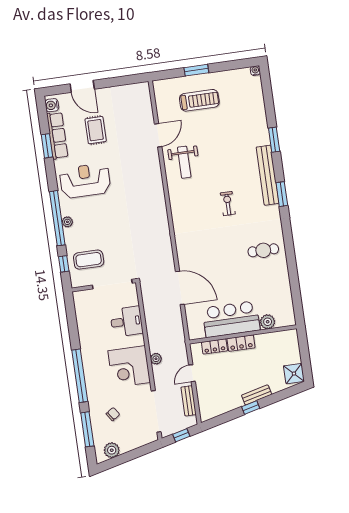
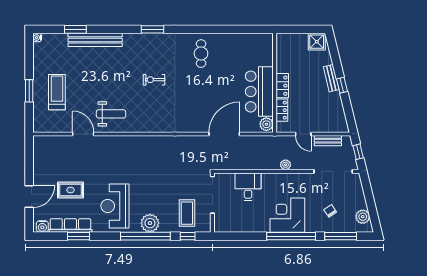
window: (274, 140) -> (75, 29), moved
bench: (268, 175) -> (95, 40), moved
plant: (67, 222) -> (150, 223), width x1.87, depth x1.87
plant: (268, 322) -> (266, 124), moved
corner desk: (129, 367) -> (287, 215), moved, turned 180

